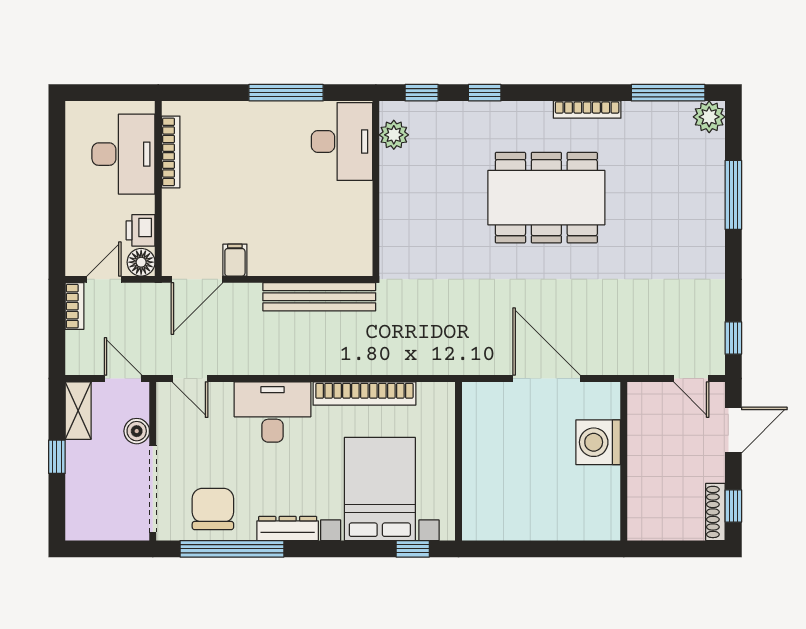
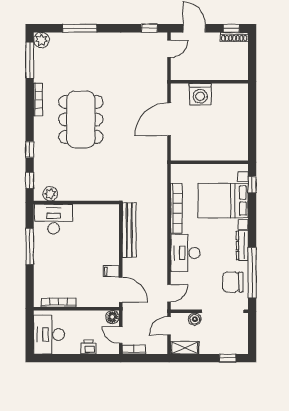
desk: (123, 154) -> (49, 335), moved, turned -90
printer: (141, 230) -> (88, 347), moved, turned 180
window: (57, 457) -> (228, 358), moved

